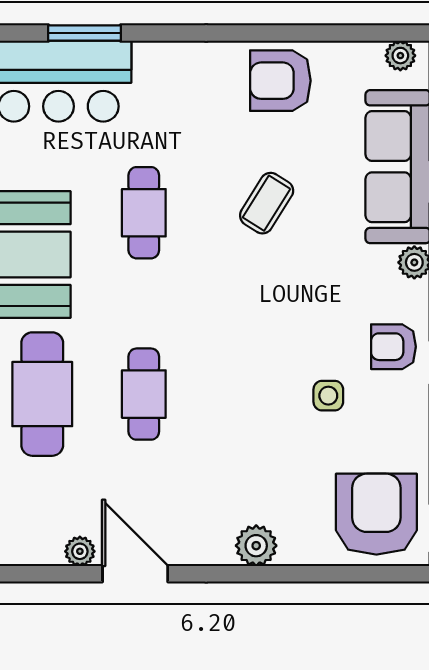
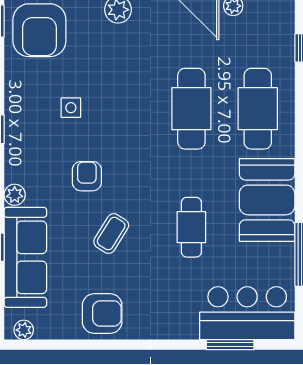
armchair: (393, 347) -> (87, 176), moved, turned -90
cafe table: (144, 394) -> (191, 109), width x1.37, depth x1.35

